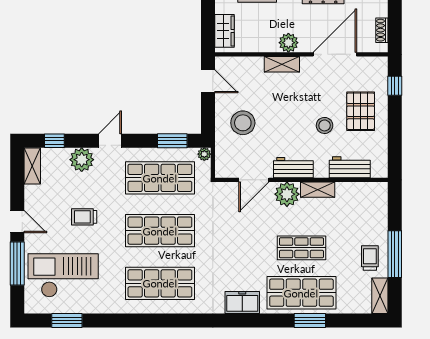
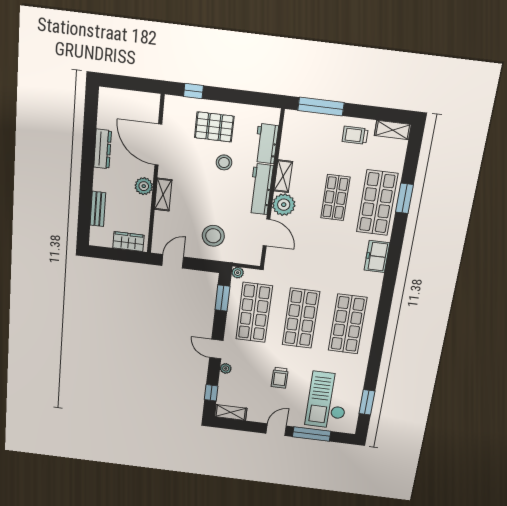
shoe rack: (382, 30) -> (139, 97), removed
plant: (82, 160) -> (226, 368), width x0.53, depth x0.53
workbench: (293, 168) -> (261, 189), width x1.38
window: (395, 254) -> (321, 107), moved

